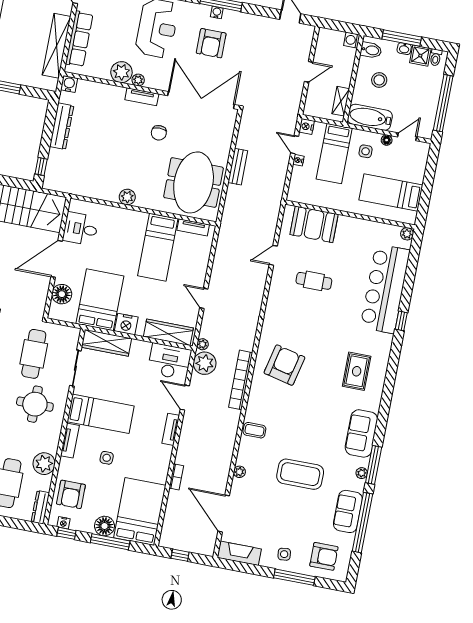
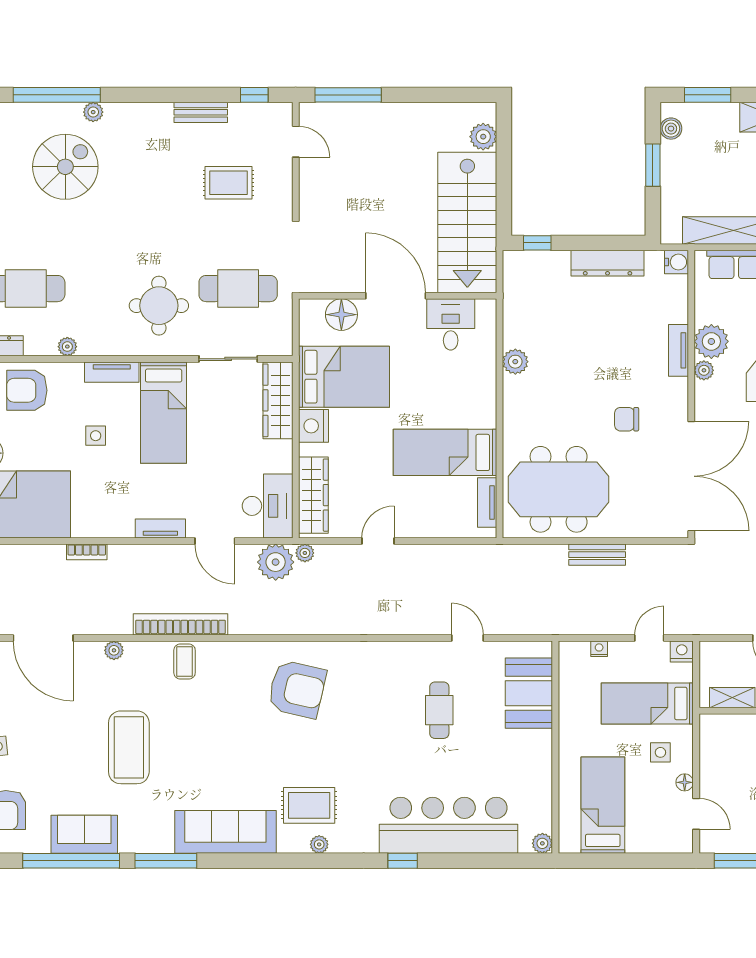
tv unit: (142, 97) -> (678, 350), moved
bathtub: (370, 117) -> (716, 749), removed
nightstand: (298, 160) -> (599, 649), moved
plant: (127, 197) -> (515, 362), moved
bookcase: (241, 380) -> (181, 624), moved
door: (185, 398) -> (215, 541), swing flipped
sofa: (361, 433) -> (225, 832), width x1.36
plant: (44, 464) -> (67, 347), width x0.53, depth x0.53
plant: (362, 473) -> (319, 844), moved
door: (224, 514) -> (43, 638), swing flipped

